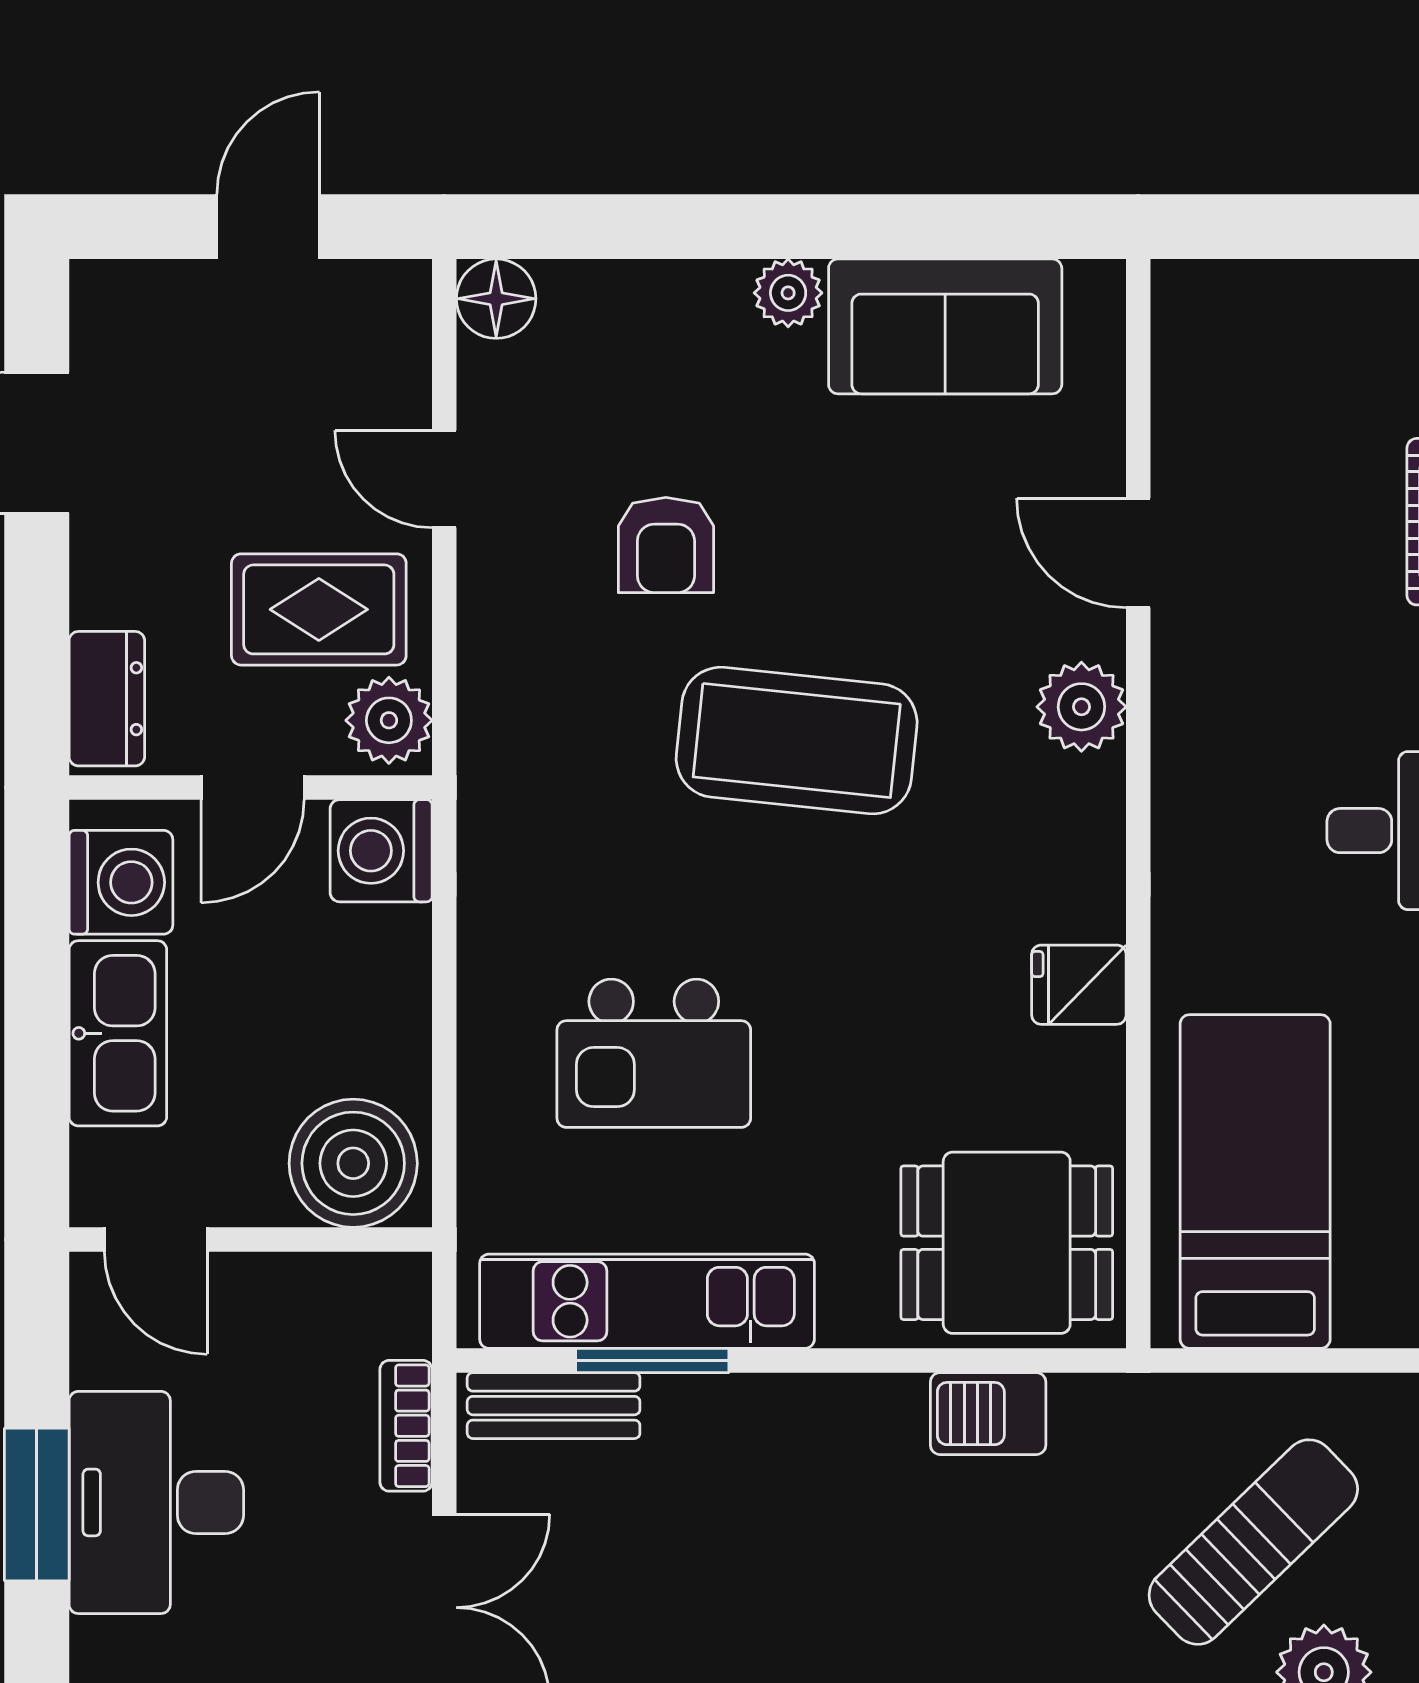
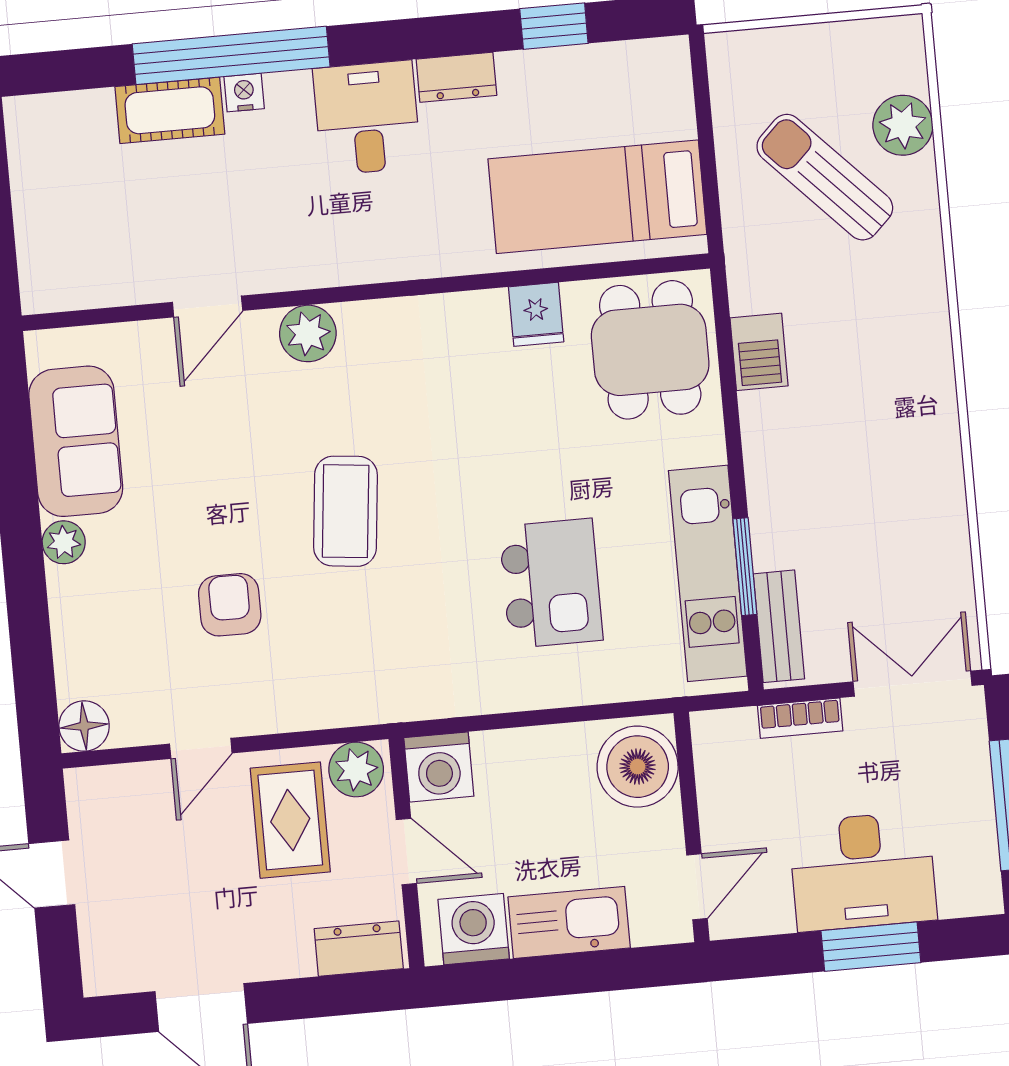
armchair: (666, 545) -> (230, 605), turned -90
coffee table: (797, 741) -> (346, 511), width x0.73, depth x0.76
fridge: (1079, 985) -> (536, 314), moved

